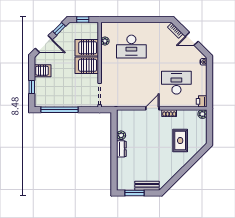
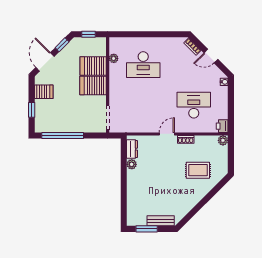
door: (44, 44) -> (45, 62), swing flipped
rug: (180, 141) -> (198, 170), turned 90
dresser: (121, 149) -> (132, 149), moved

